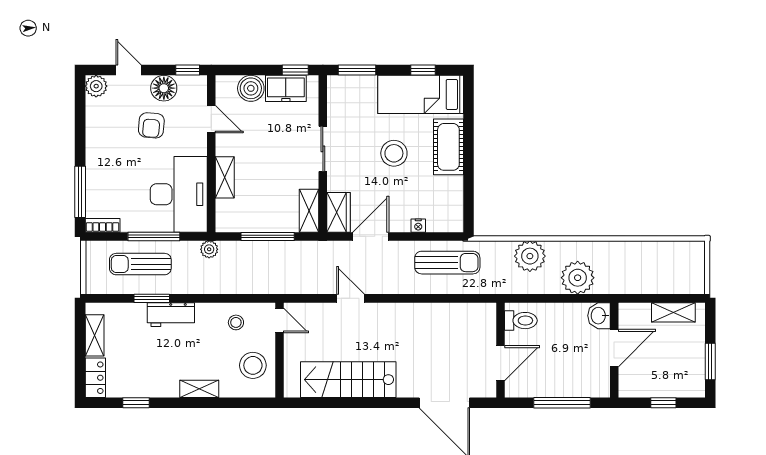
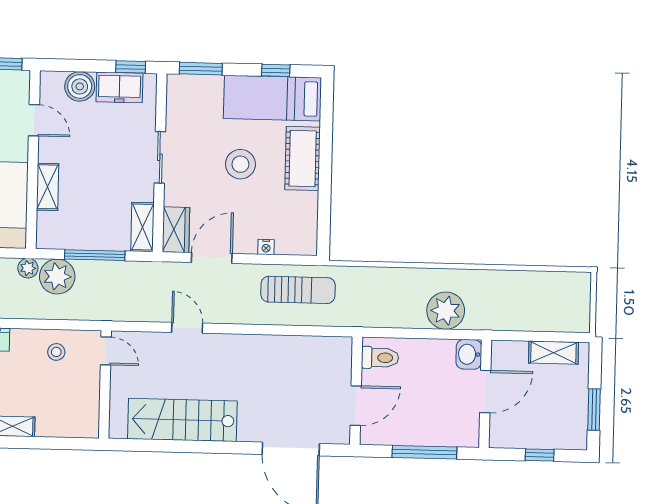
plant: (530, 256) -> (57, 277), moved
stool: (253, 365) -> (74, 401), removed

